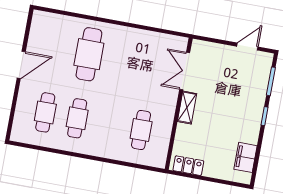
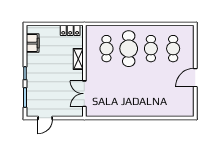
cafe table: (89, 54) -> (129, 49), moved
double door: (185, 71) -> (84, 94), swing flipped
shelving: (187, 108) -> (78, 59), moved

